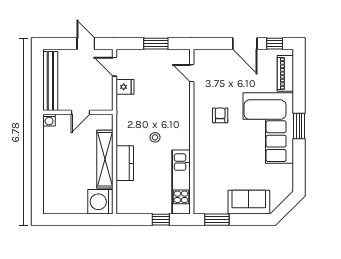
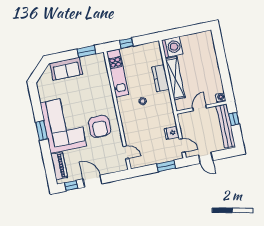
window: (156, 44) -> (166, 166), moved
window: (37, 88) -> (234, 119), added
armchair: (220, 115) -> (99, 126), width x1.88, depth x1.88

